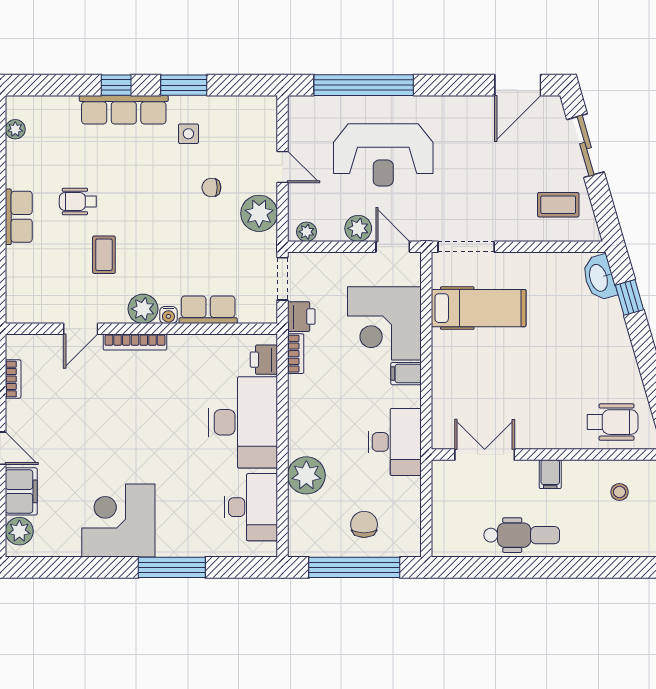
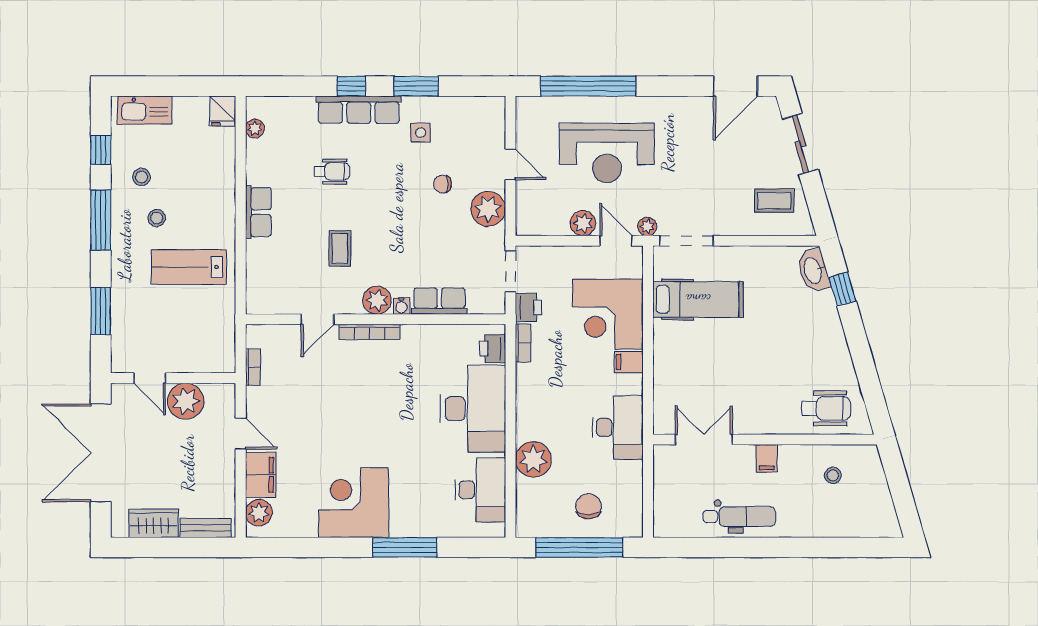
wheelchair: (78, 202) -> (332, 171), moved, turned 180
plant: (307, 232) -> (647, 226), moved

